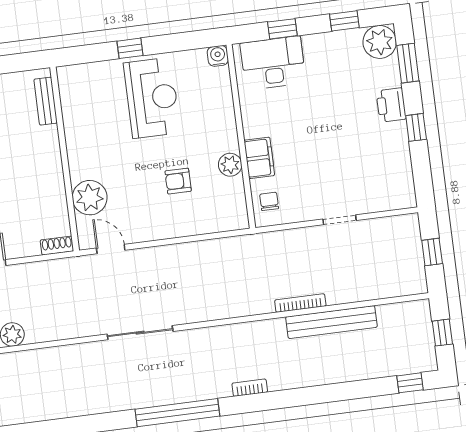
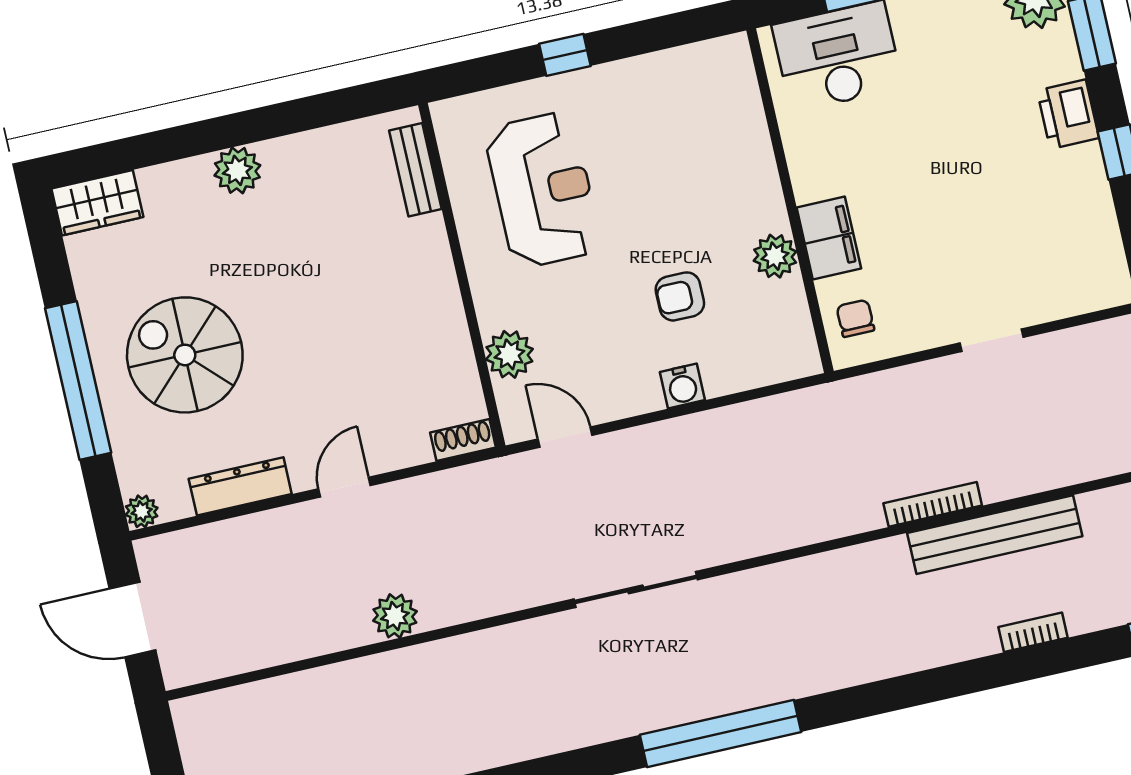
water cooler: (218, 56) -> (682, 386), moved, turned 180
reception desk: (152, 98) -> (543, 190), moved
plant: (90, 198) -> (509, 354), width x0.73, depth x0.73
bookcase: (250, 388) -> (1033, 632), moved

